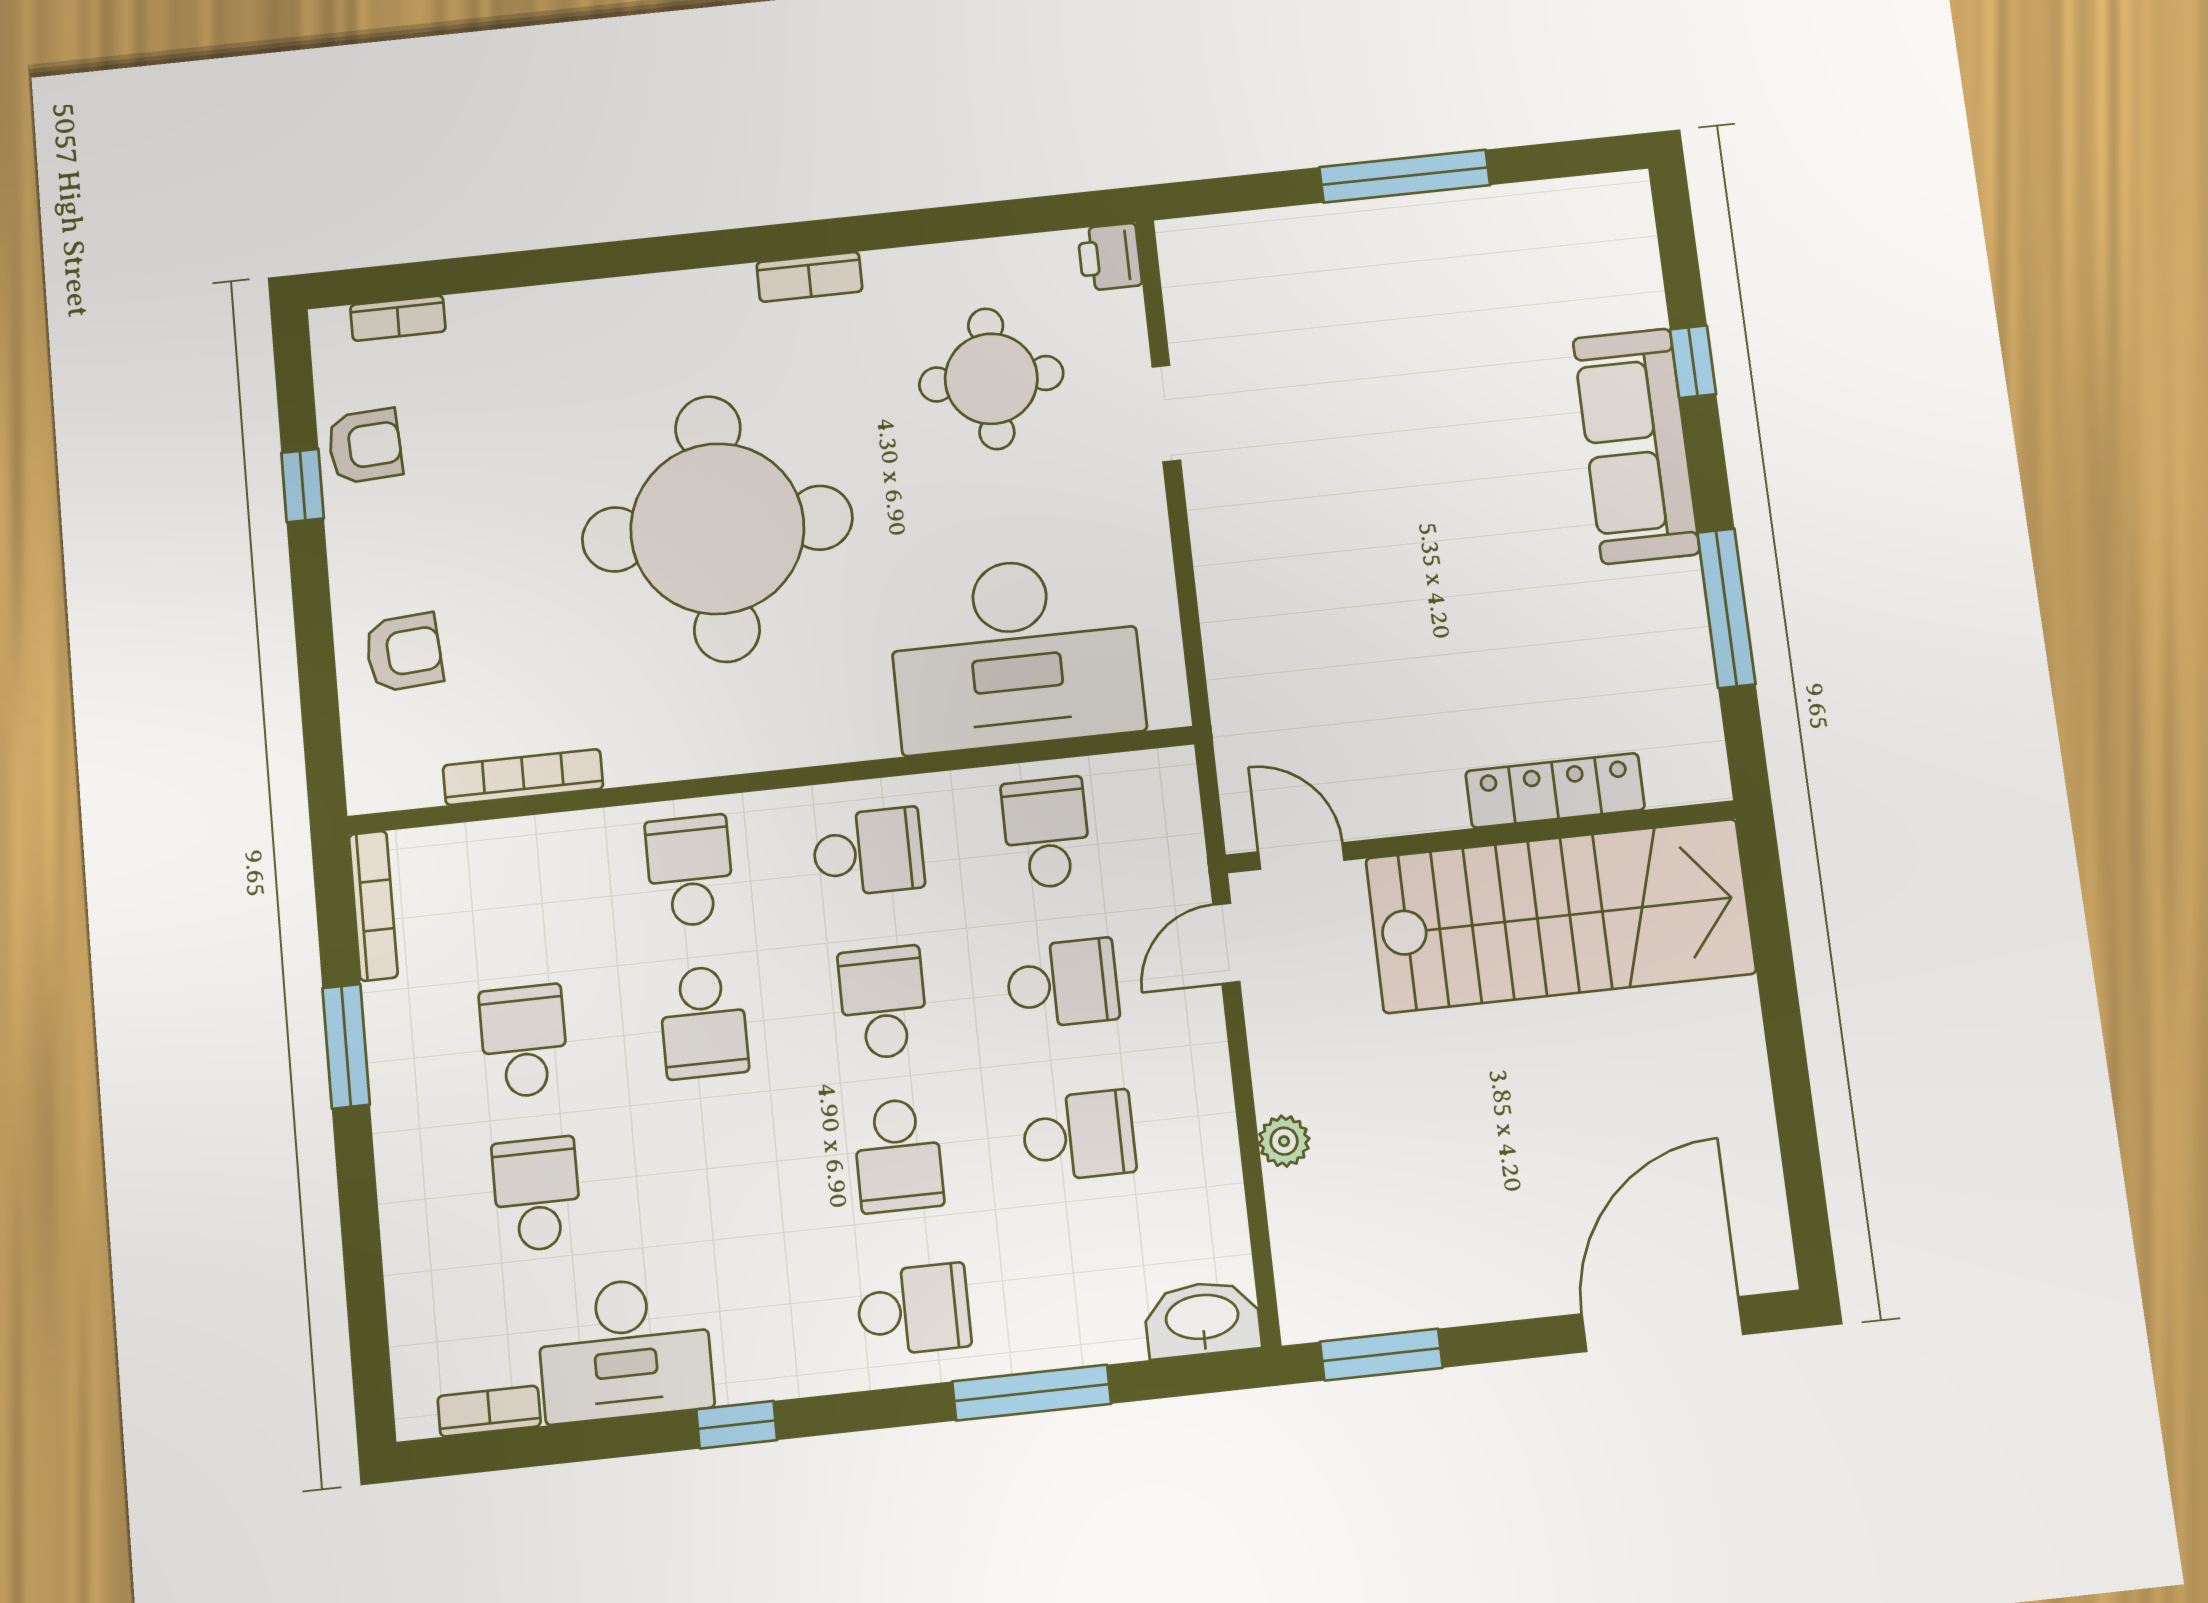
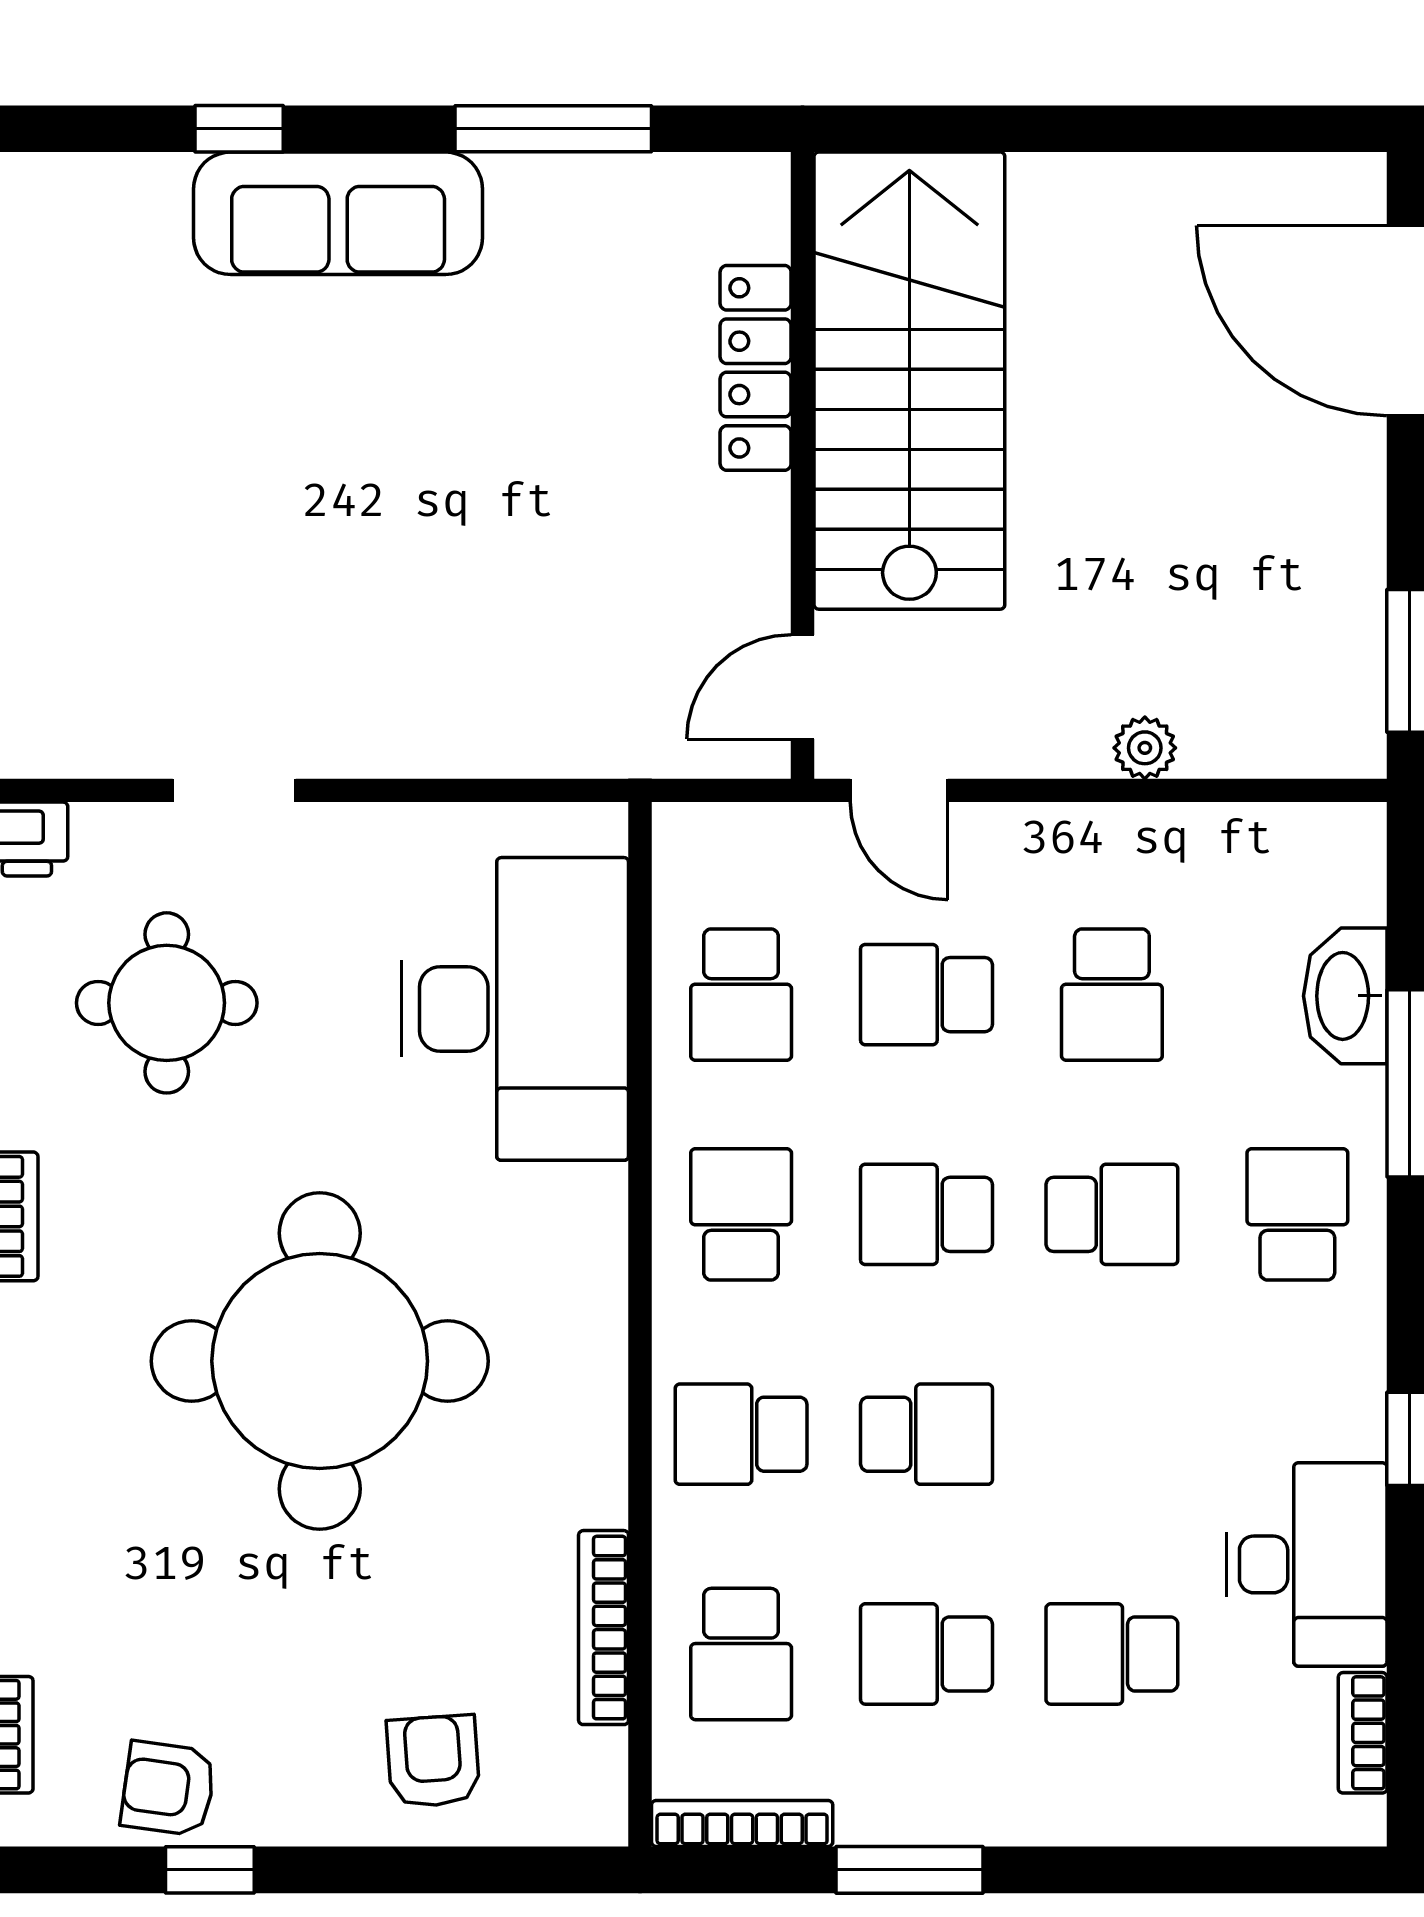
armchair: (365, 446) -> (168, 1789), turned -79
school desk: (1046, 833) -> (741, 995), turned -90
school desk: (511, 890) -> (741, 1654), added
school desk: (1062, 983) -> (926, 995), turned -90
school desk: (1079, 1136) -> (1112, 995), turned 180
washbasin: (1202, 1319) -> (1345, 996), moved

